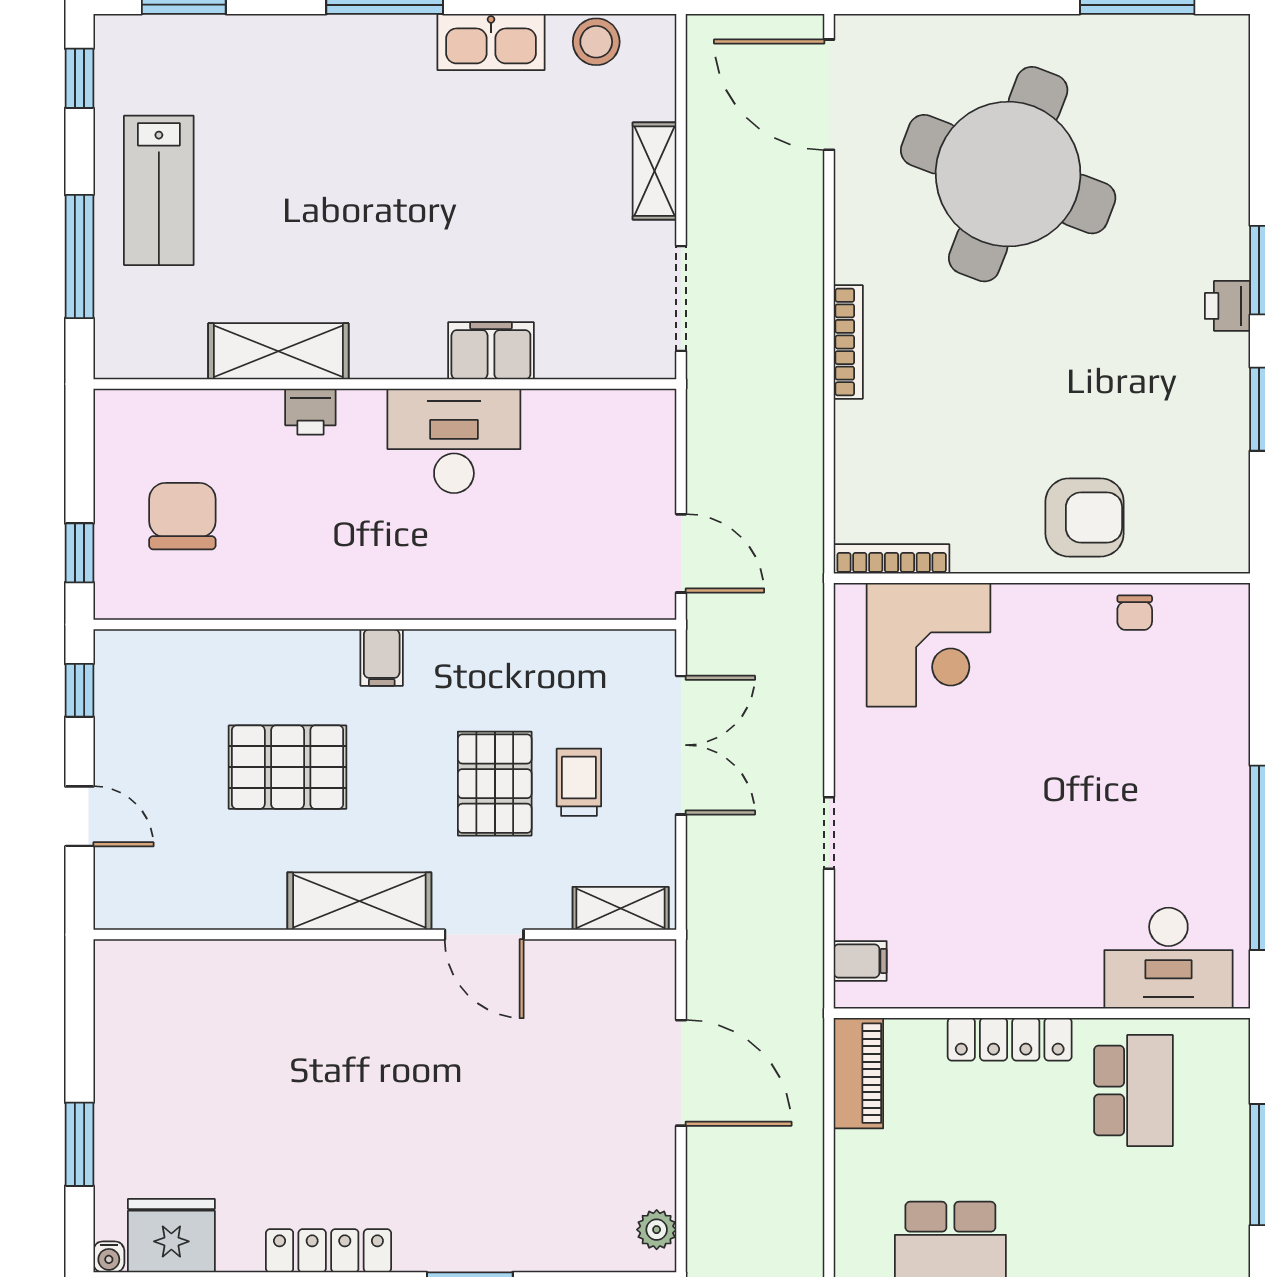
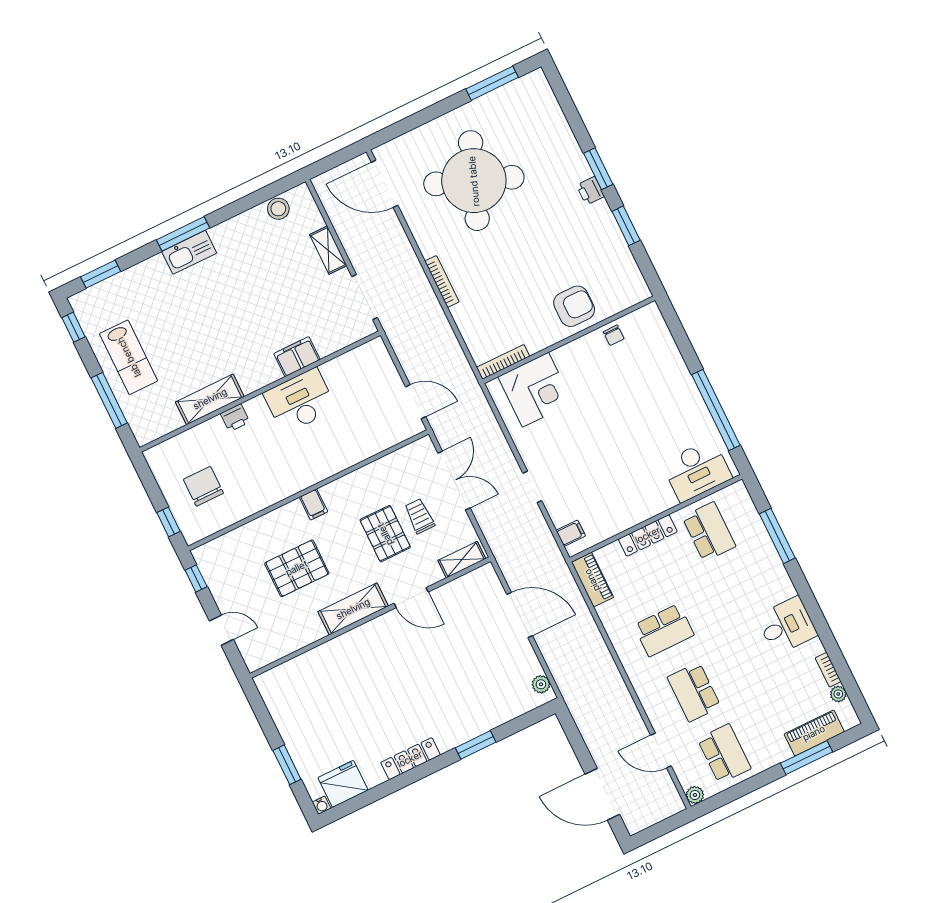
kitchen sink: (491, 42) -> (189, 252), moved

